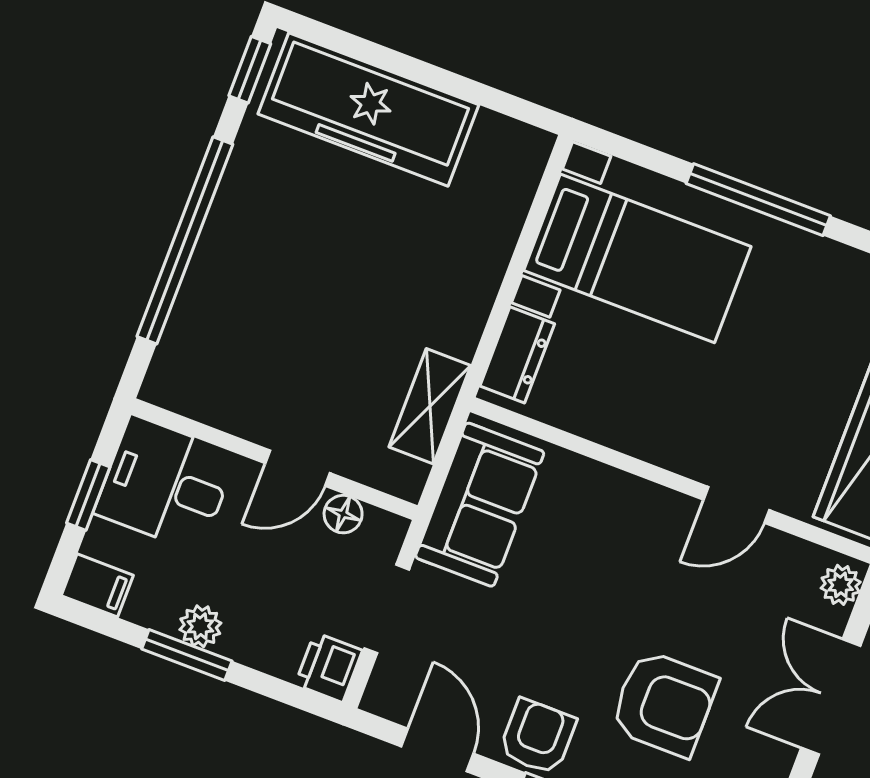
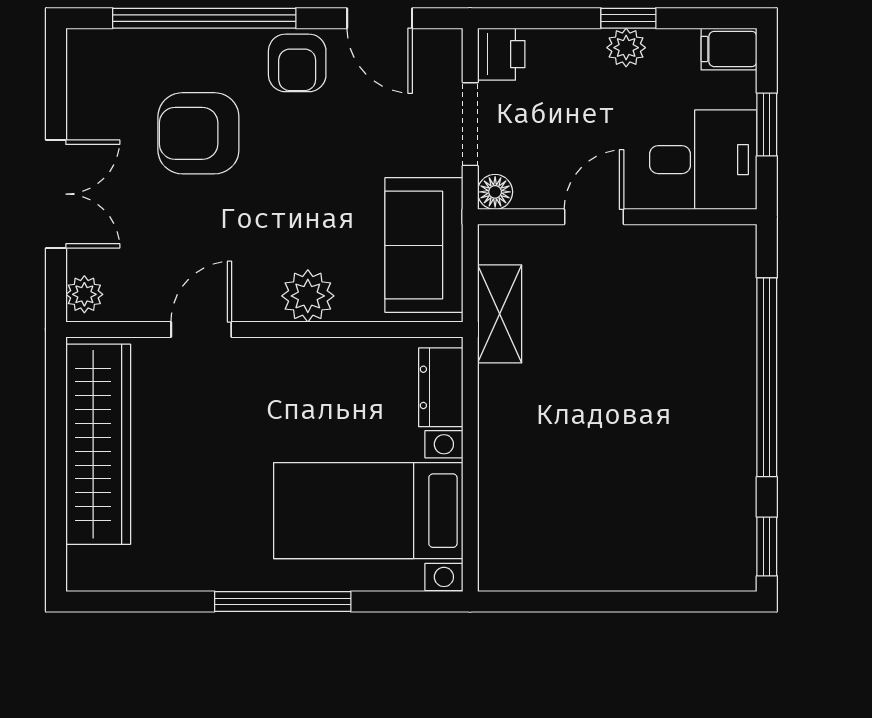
freezer: (368, 109) -> (651, 551), removed
plant: (616, 498) -> (308, 296), added
floor lamp: (343, 514) -> (495, 192), moved
window: (187, 655) -> (628, 18), width x0.67

